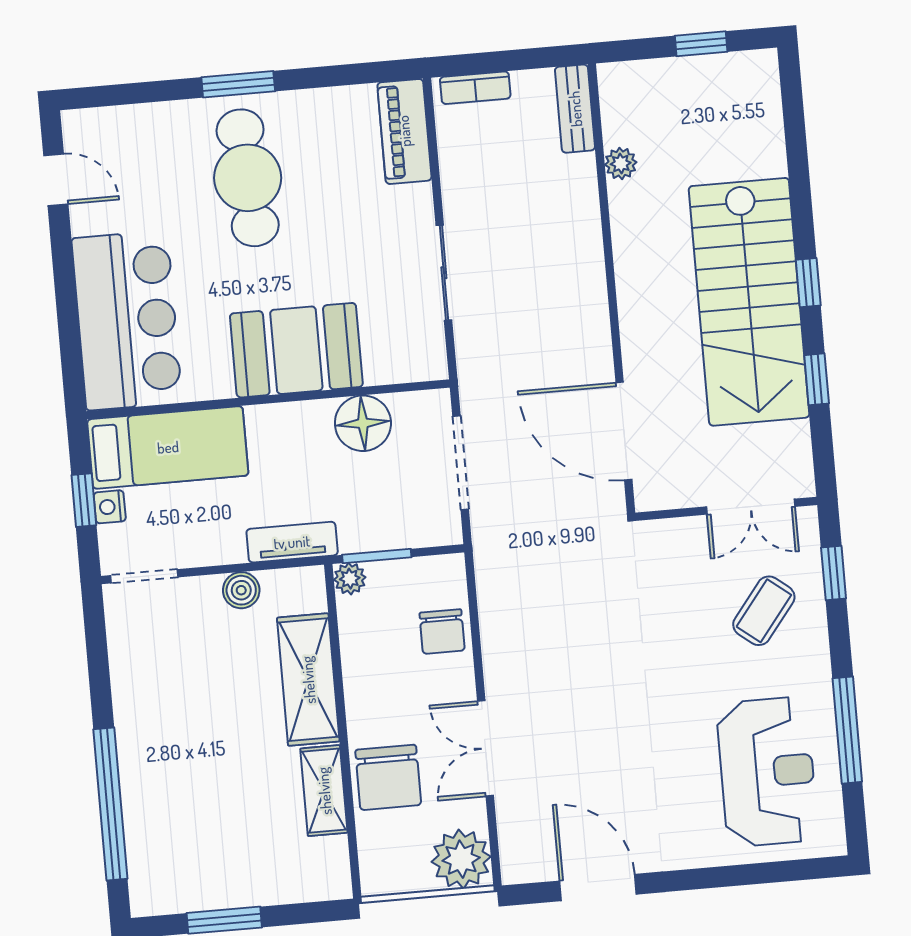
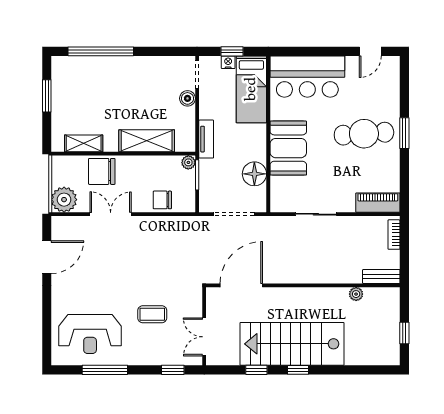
boiler: (241, 590) -> (187, 98), moved
coffee table: (764, 611) -> (152, 314), moved, turned -38
shelving: (324, 791) -> (84, 143), moved

